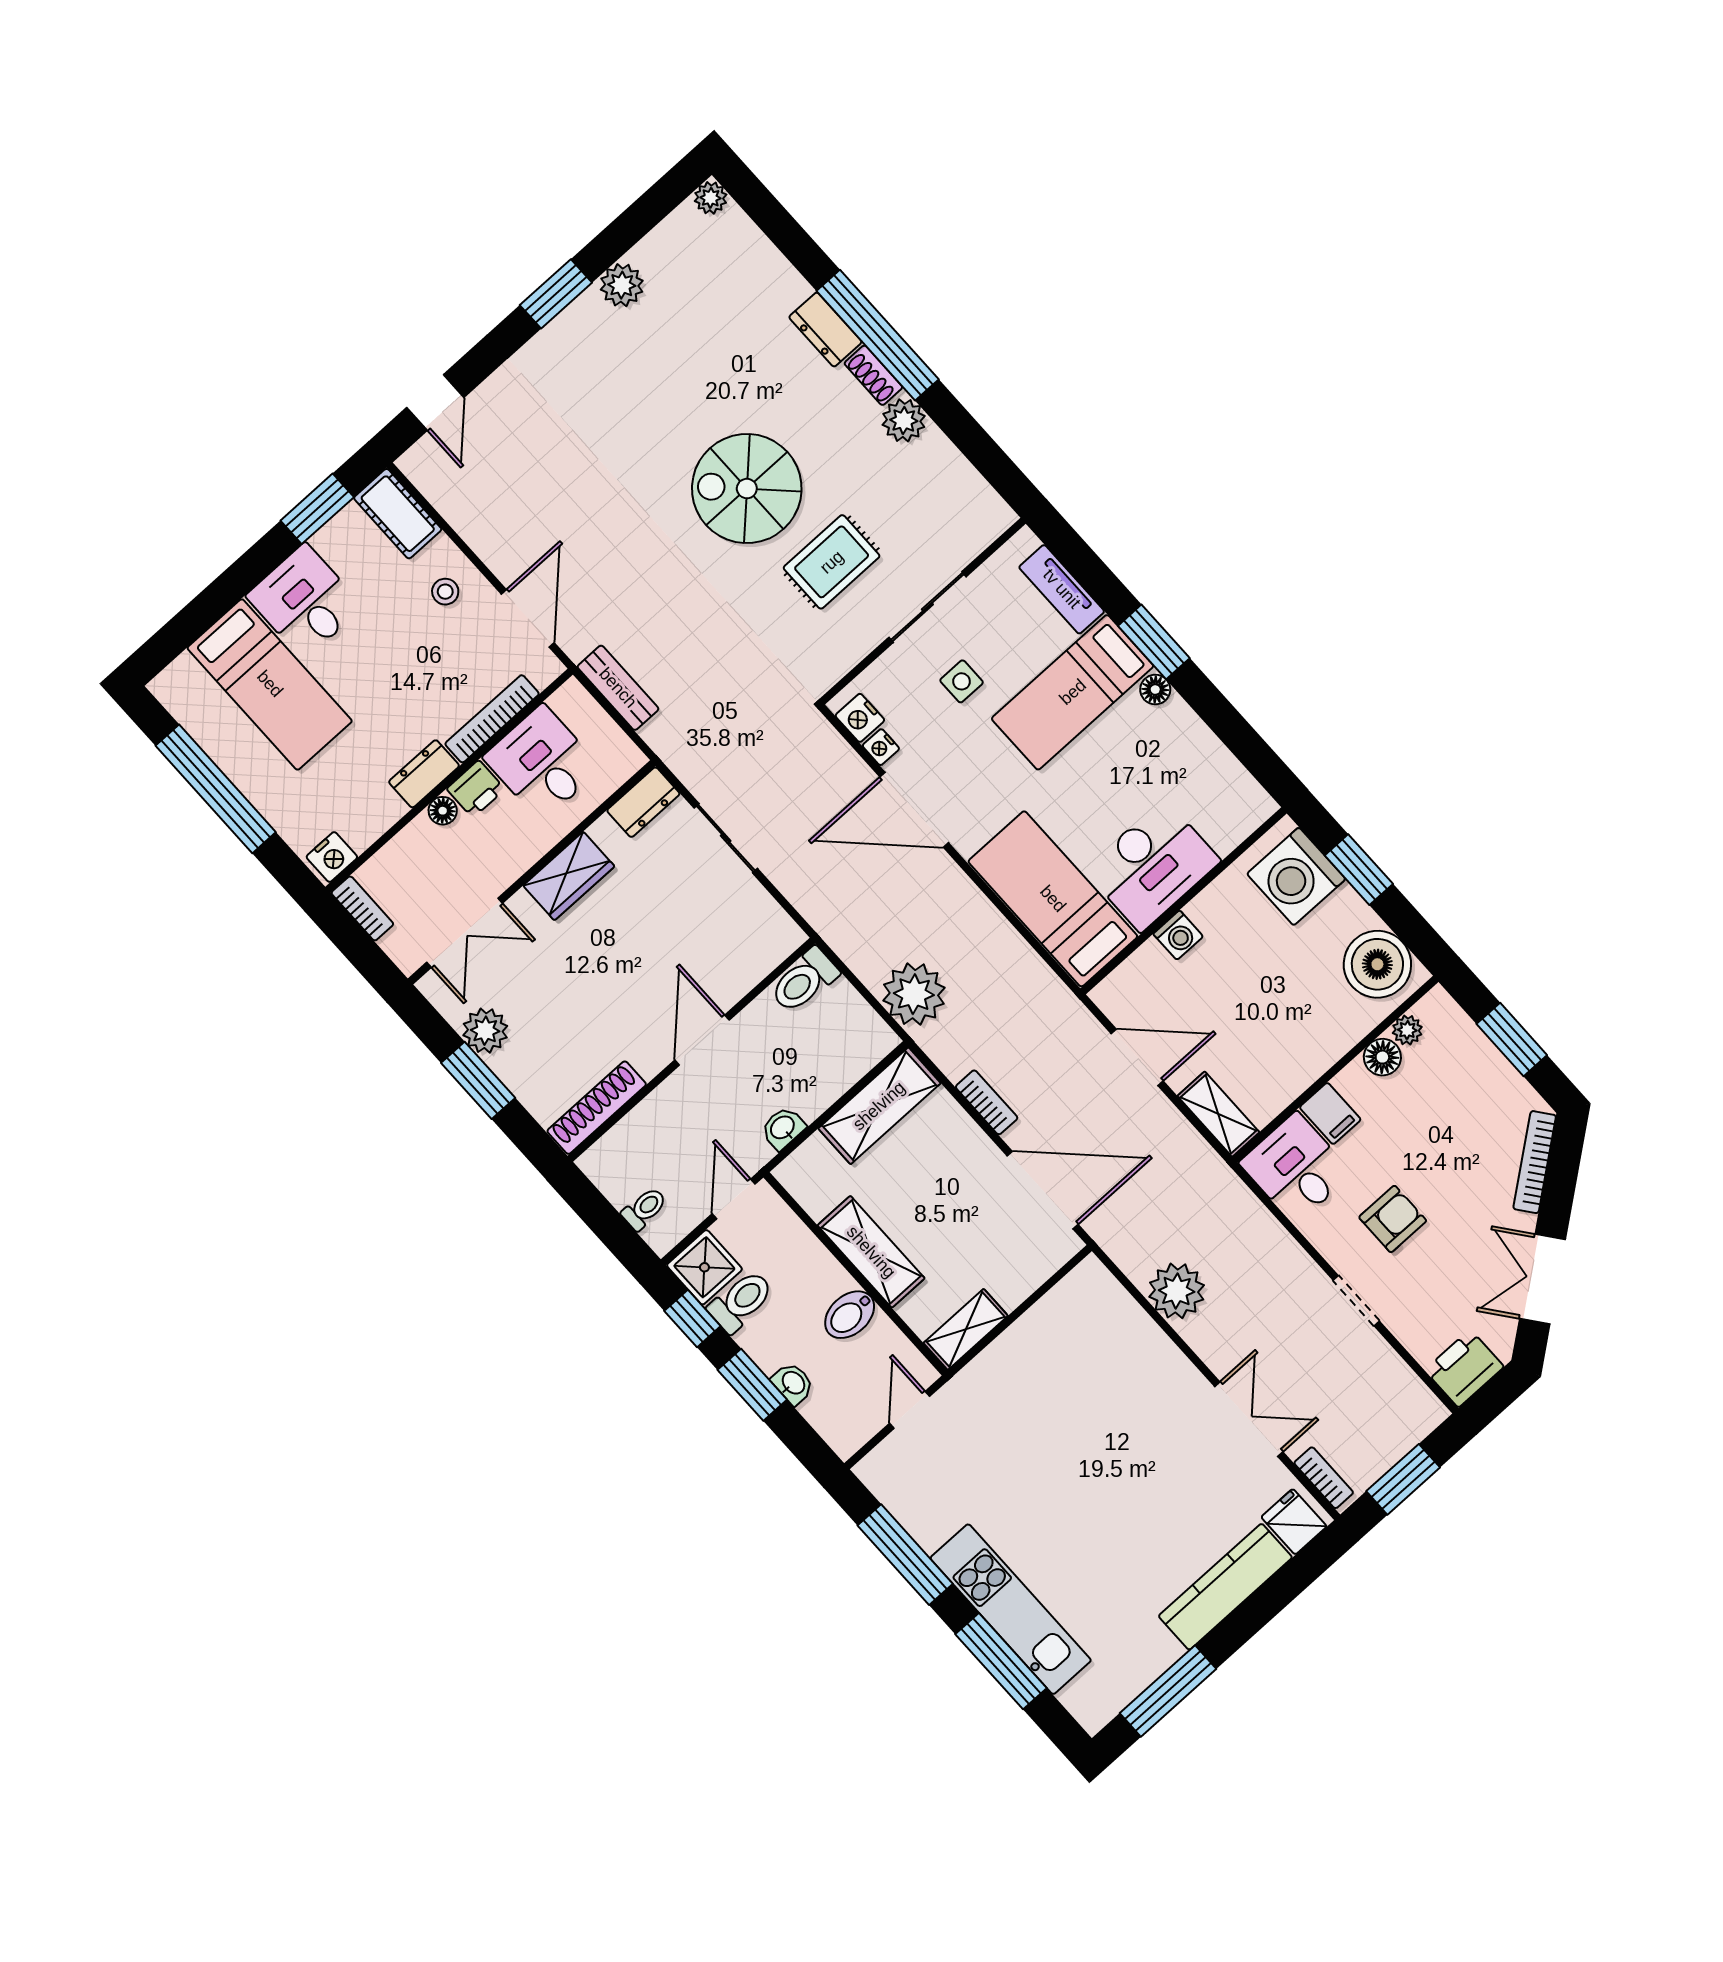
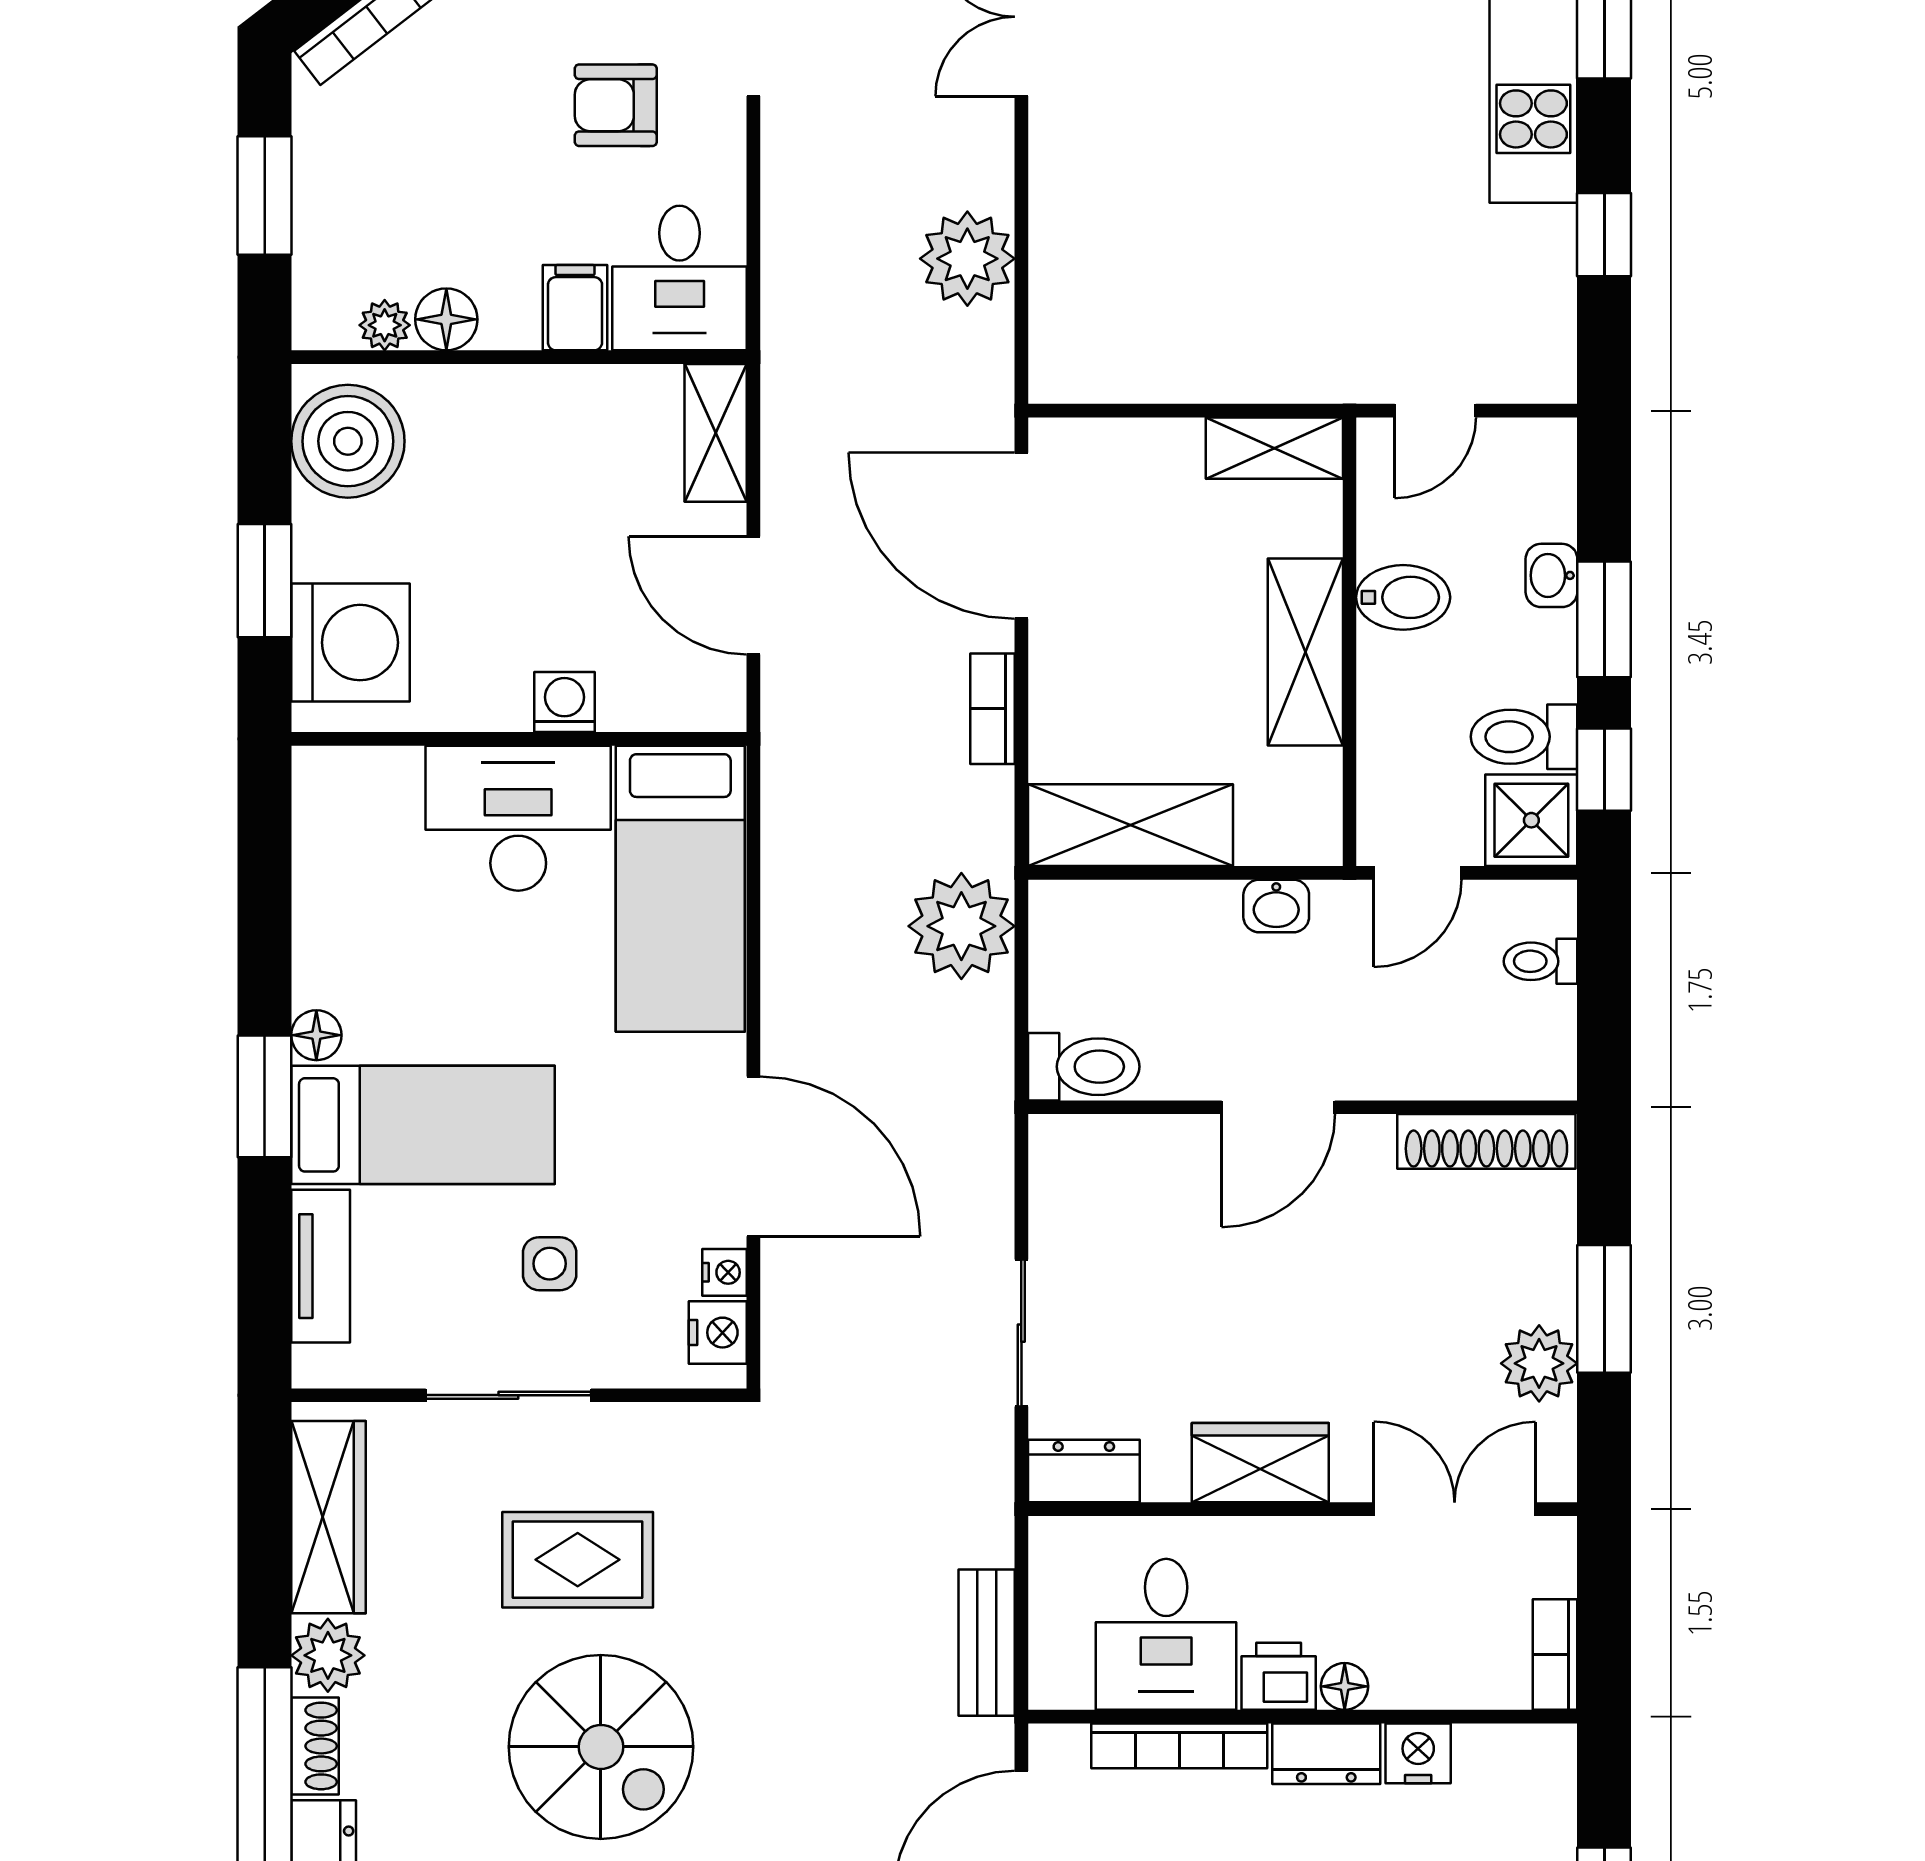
wardrobe: (958, 482) -> (329, 1517), added
nightstand: (332, 857) -> (1418, 1753), moved
window: (905, 1555) -> (1604, 235), width x0.46

